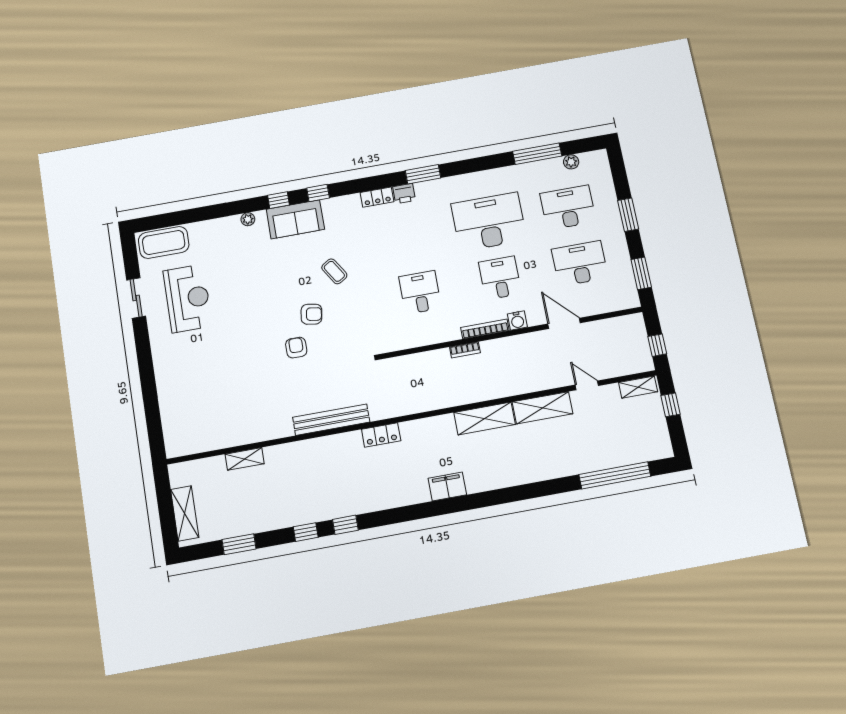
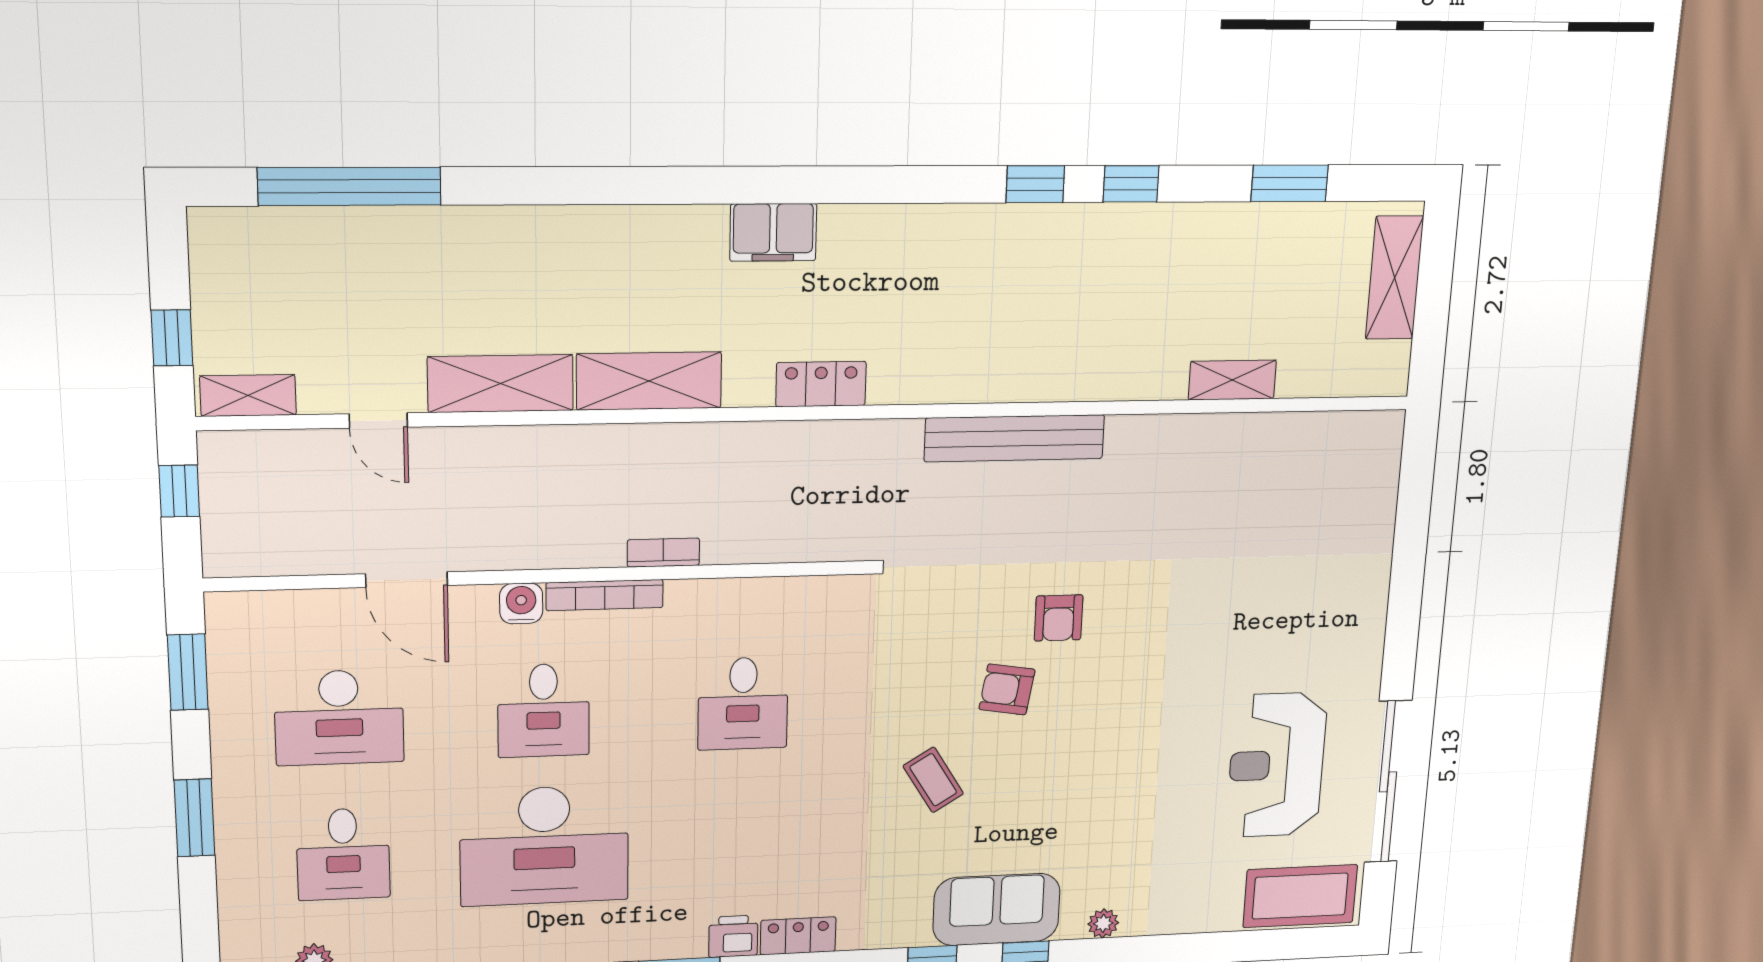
desk: (568, 208) -> (343, 854), width x0.73
sliding door: (136, 298) -> (1388, 782), width x1.86
locker: (381, 435) -> (821, 384), moved

